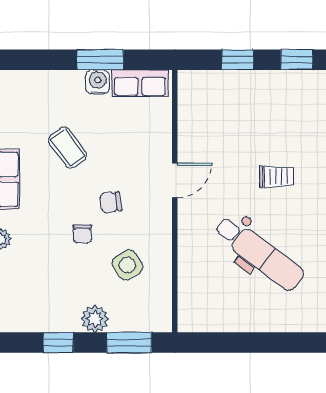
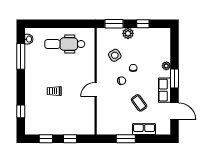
water cooler: (98, 82) -> (127, 130), removed
row of seats: (140, 83) -> (144, 129), moved
dental chair: (259, 253) -> (65, 44), moved, turned -37

